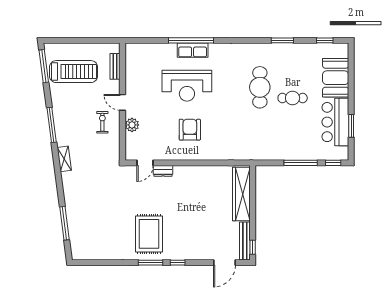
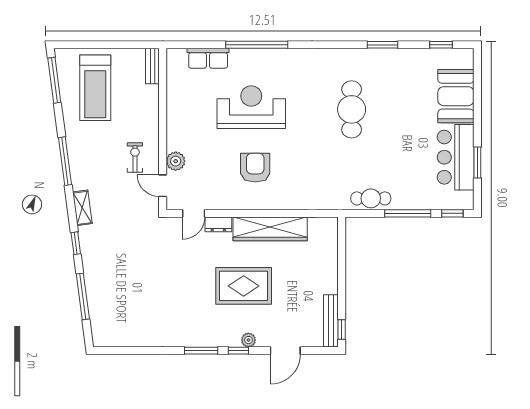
row of seats: (193, 50) -> (208, 58), moved
bench: (115, 66) -> (152, 66), moved
treadmill: (74, 72) -> (95, 88), turned 90
reception desk: (187, 86) -> (251, 107), turned 180
cafe table: (293, 98) -> (371, 198), moved
door: (123, 102) -> (163, 186), moved
window: (59, 185) -> (76, 243), added
wardrobe: (241, 194) -> (270, 229), moved, turned -90
rug: (149, 234) -> (244, 286), moved, turned 90
plant: (185, 255) -> (248, 340), added
door: (224, 263) -> (285, 351), moved

